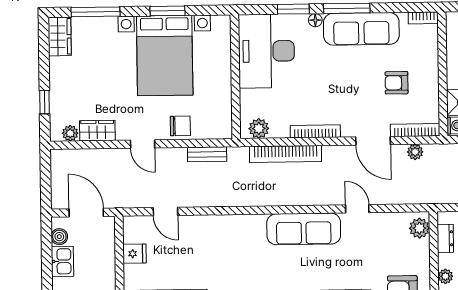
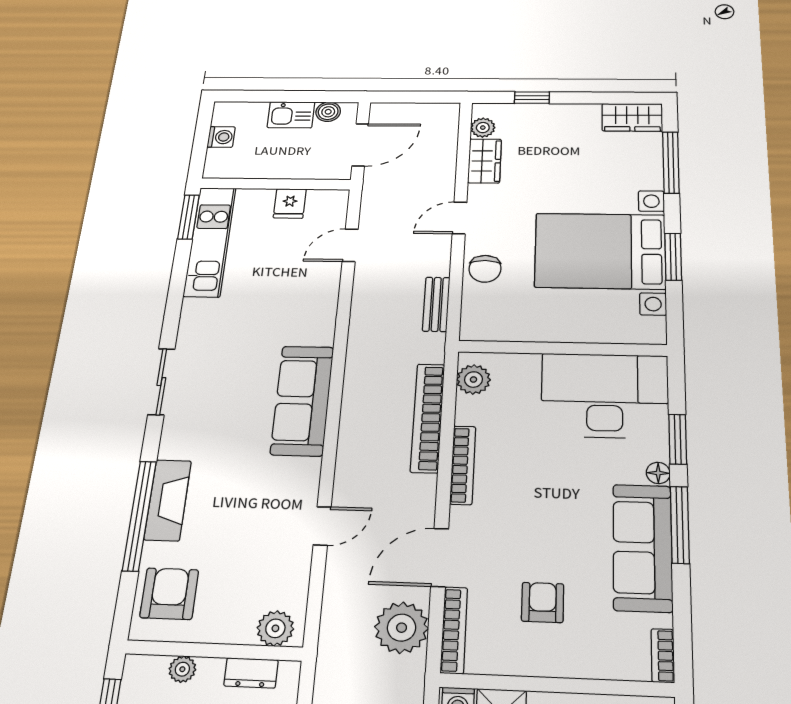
plant: (415, 152) -> (402, 628), width x1.88, depth x1.88
sofa: (304, 229) -> (302, 400), moved

